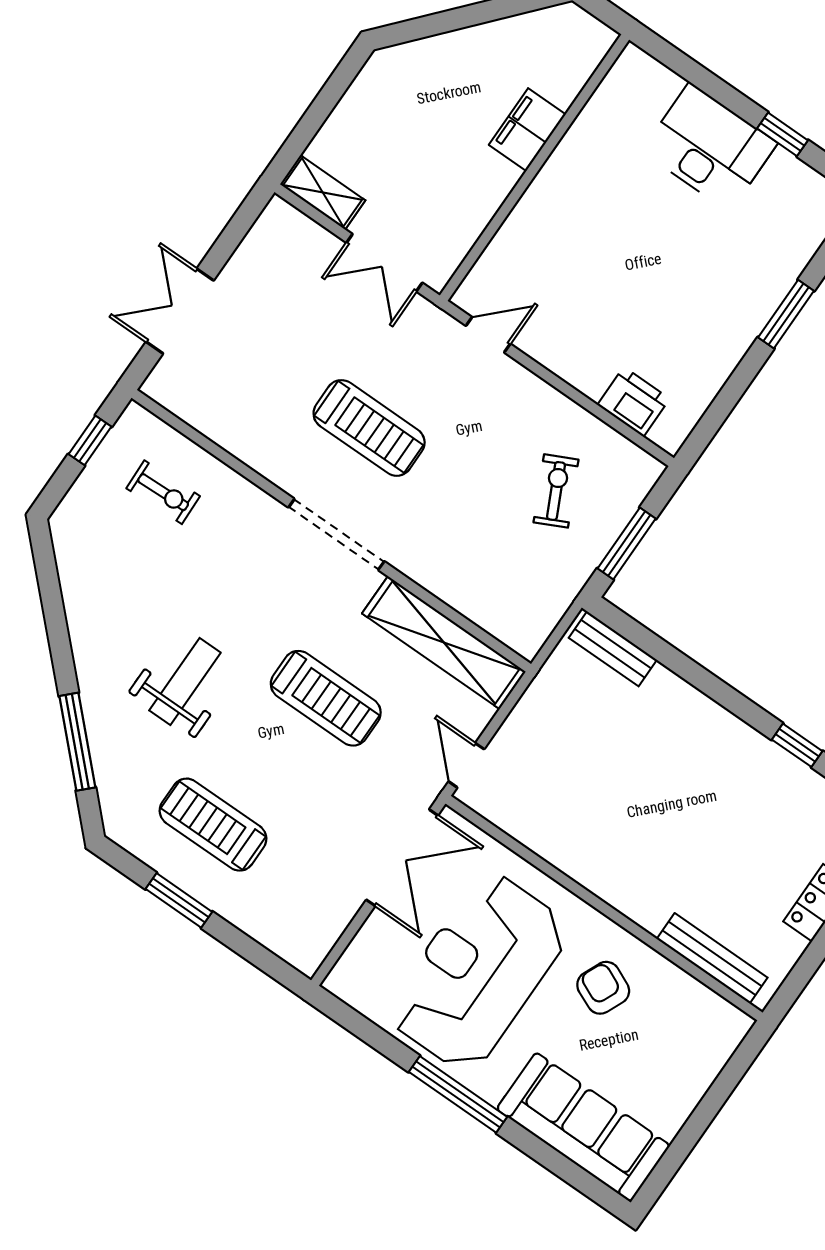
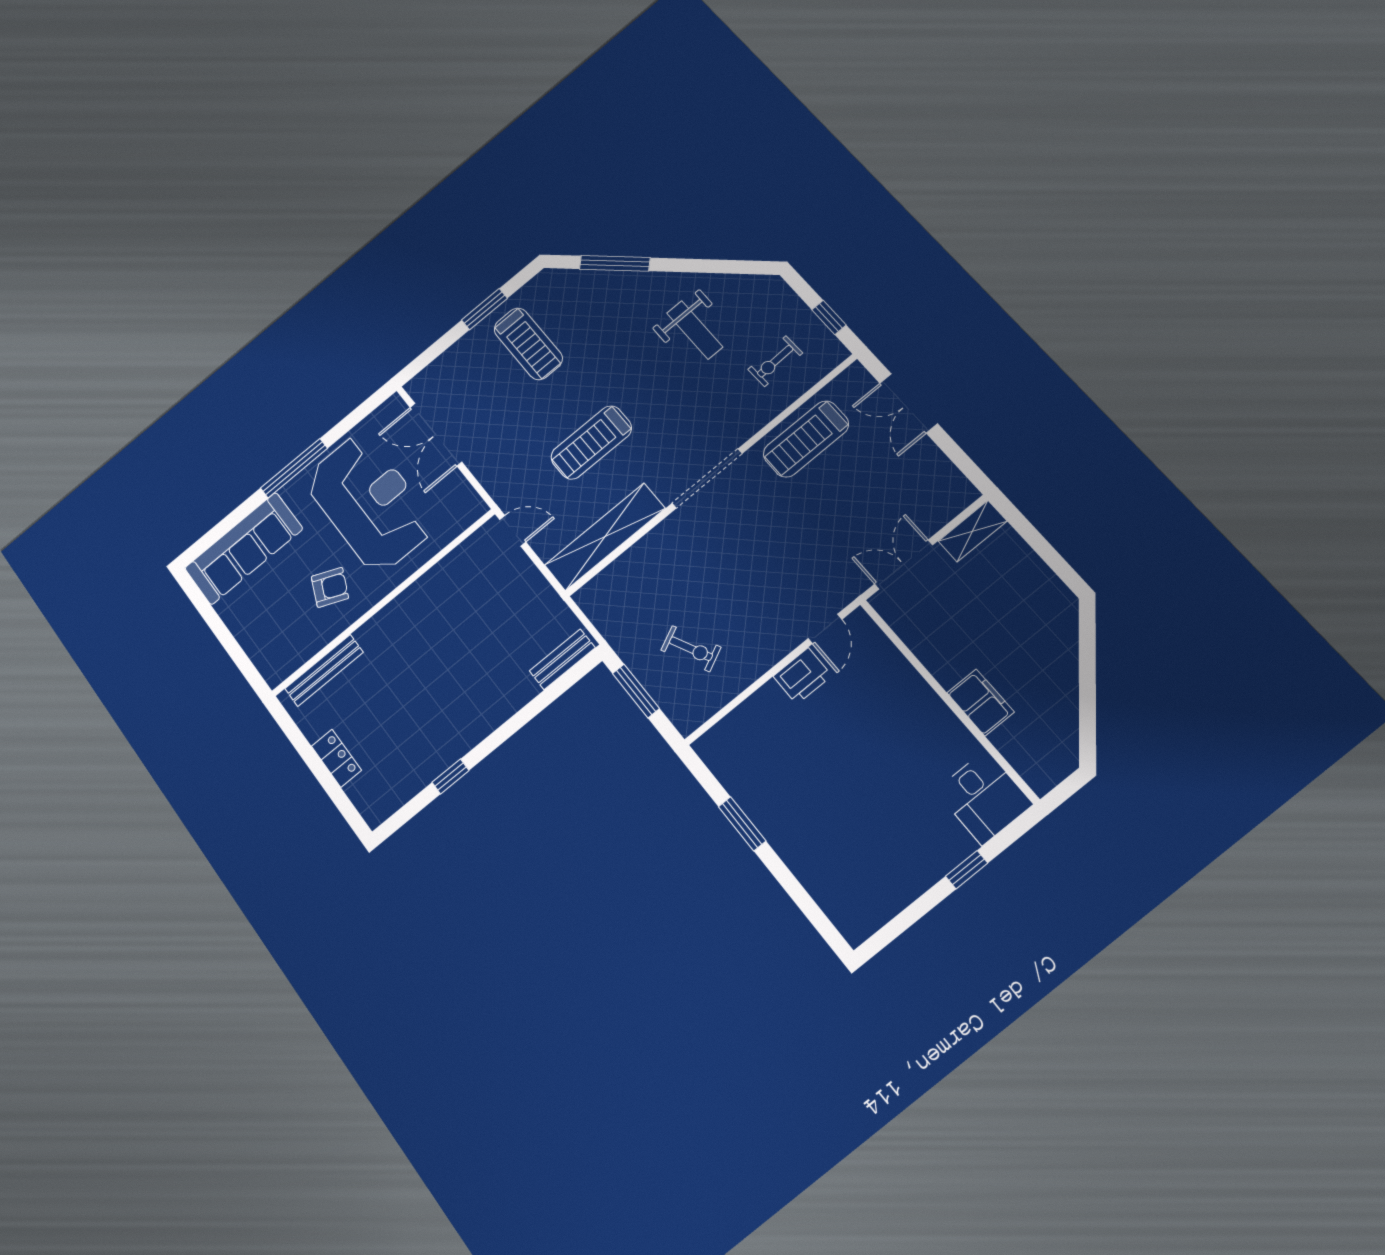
window: (782, 134) -> (967, 870), moved
desk: (709, 147) -> (984, 797), moved, width x0.73
double door: (180, 311) -> (909, 403), swing flipped
window: (786, 314) -> (742, 824), moved
printer: (634, 402) -> (802, 676), moved
treadmill: (369, 428) -> (806, 439), moved
weight bench: (185, 681) -> (695, 330), moved
treadmill: (213, 825) -> (528, 344), turned 90
double door: (402, 858) -> (436, 435), moved

